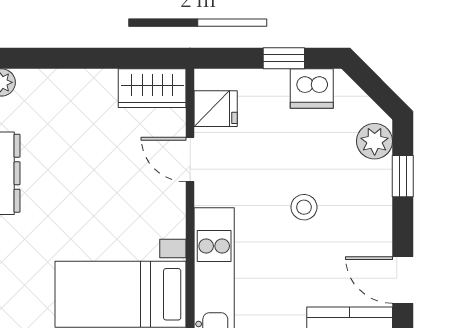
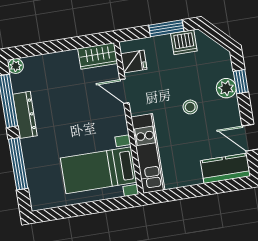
window: (284, 58) -> (166, 28), width x1.50
plant: (375, 141) -> (226, 88), moved

